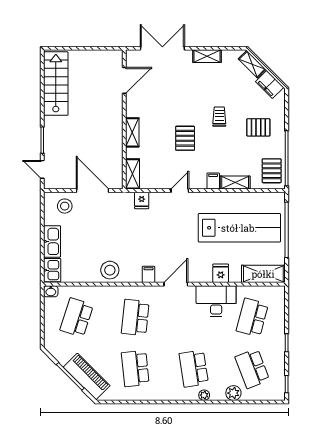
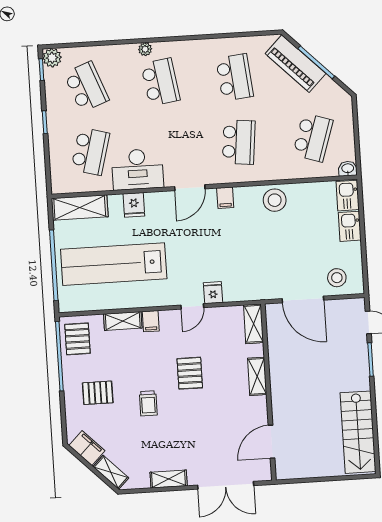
fridge: (142, 200) -> (213, 293), moved
kitchen sink: (52, 241) -> (350, 226), width x0.73
plant: (233, 393) -> (52, 58), moved

